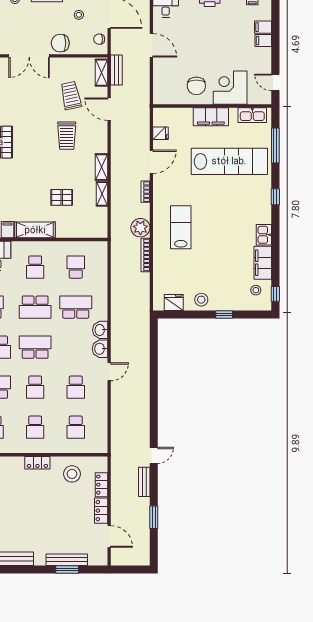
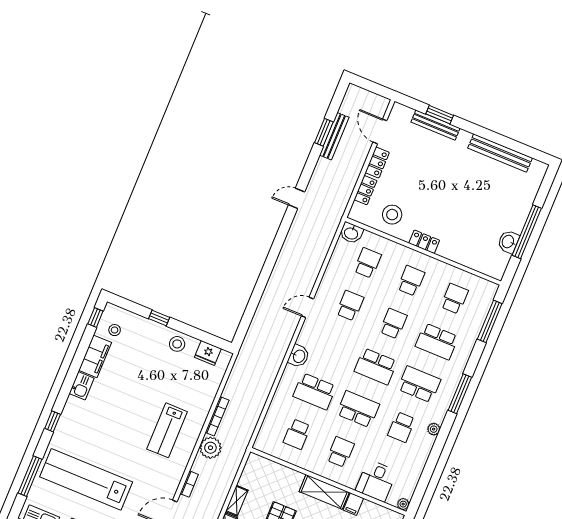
washbasin: (100, 349) -> (351, 233), moved, turned 90
bench: (144, 482) -> (334, 136), moved, width x1.36

